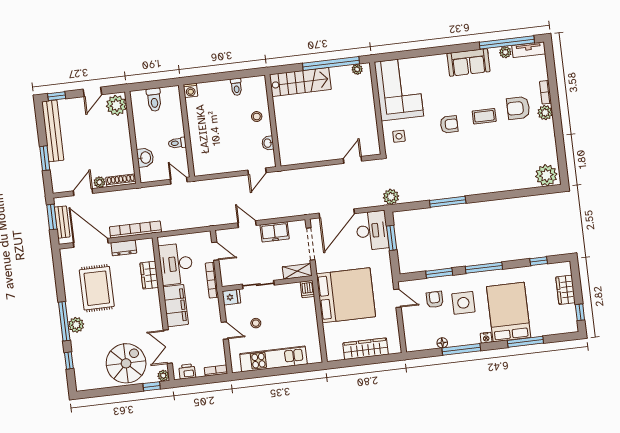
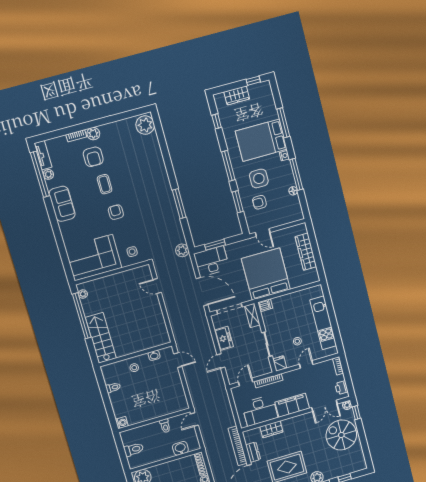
door: (397, 298) -> (263, 232), swing flipped

